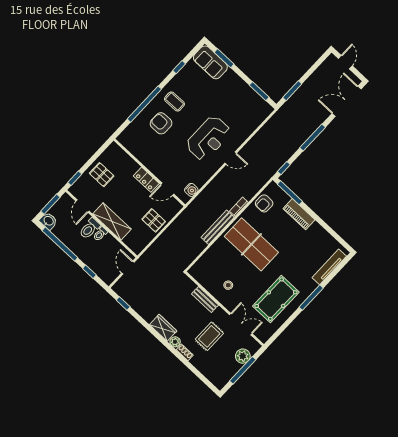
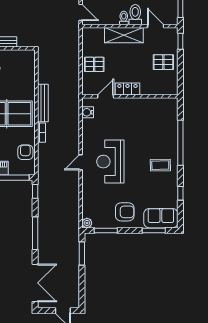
plant: (268, 110) -> (87, 223), added
armchair: (161, 123) -> (125, 212), moved

